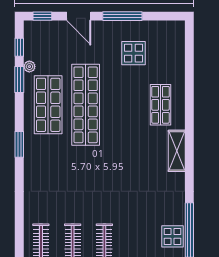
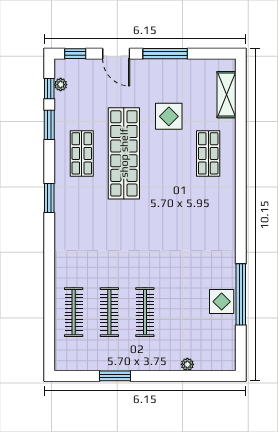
display table: (133, 53) -> (169, 116), moved
plant: (29, 67) -> (61, 85), moved
shop shelf: (48, 105) -> (82, 153), width x0.70, depth x0.74
shelving: (177, 151) -> (226, 95), moved

